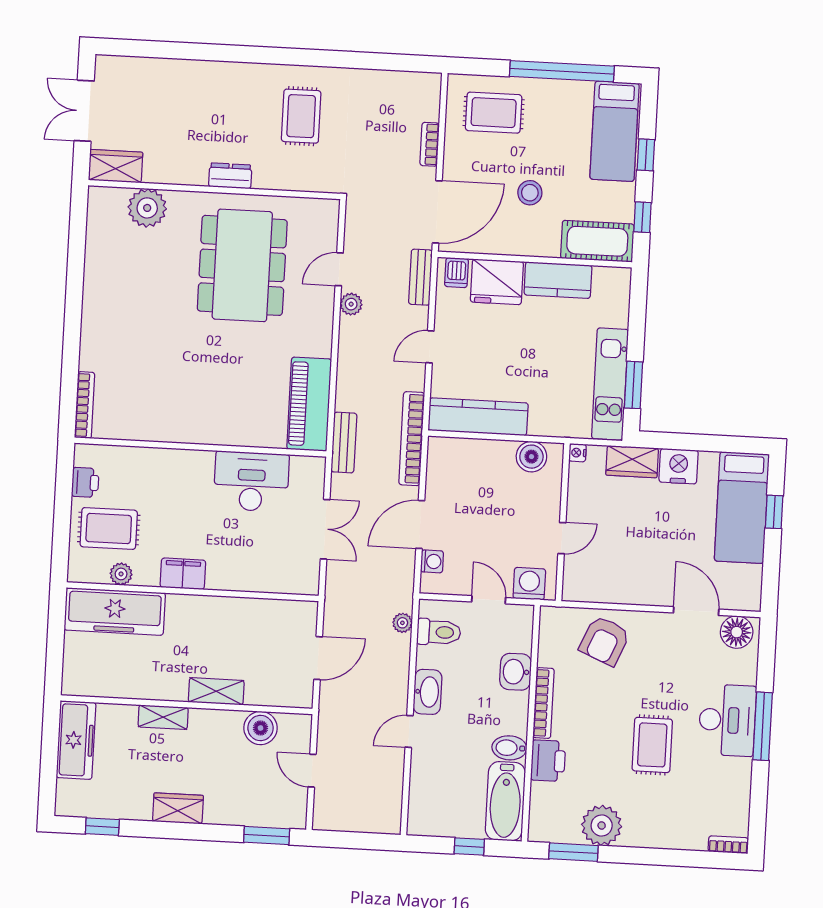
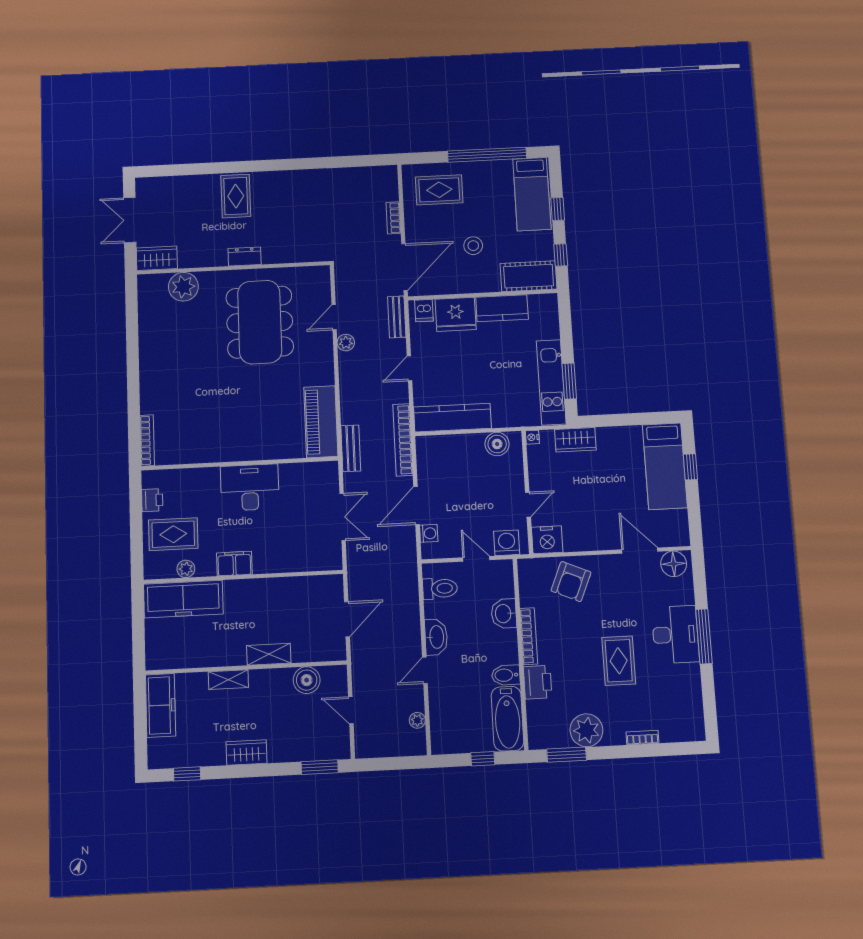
rug: (301, 116) -> (236, 196), moved
nightstand: (679, 466) -> (547, 540), moved, turned 180
desk: (251, 481) -> (250, 487), moved
plant: (402, 623) -> (417, 720), moved
bookcase: (728, 845) -> (642, 738), moved

